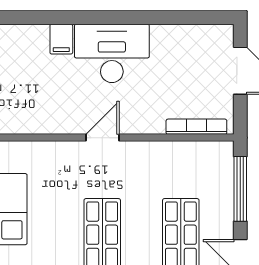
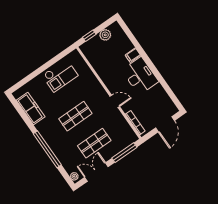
door: (103, 138) -> (115, 101), moved

